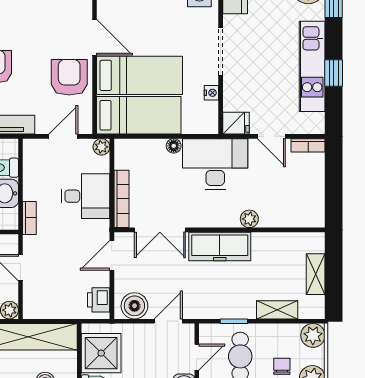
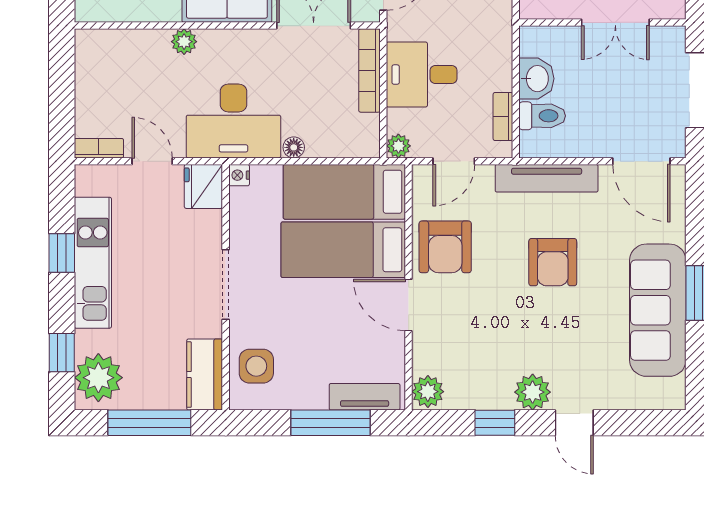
nightstand: (211, 93) -> (239, 175), moved
fridge: (236, 123) -> (203, 186), width x1.38
bookcase: (29, 218) -> (503, 117), moved

